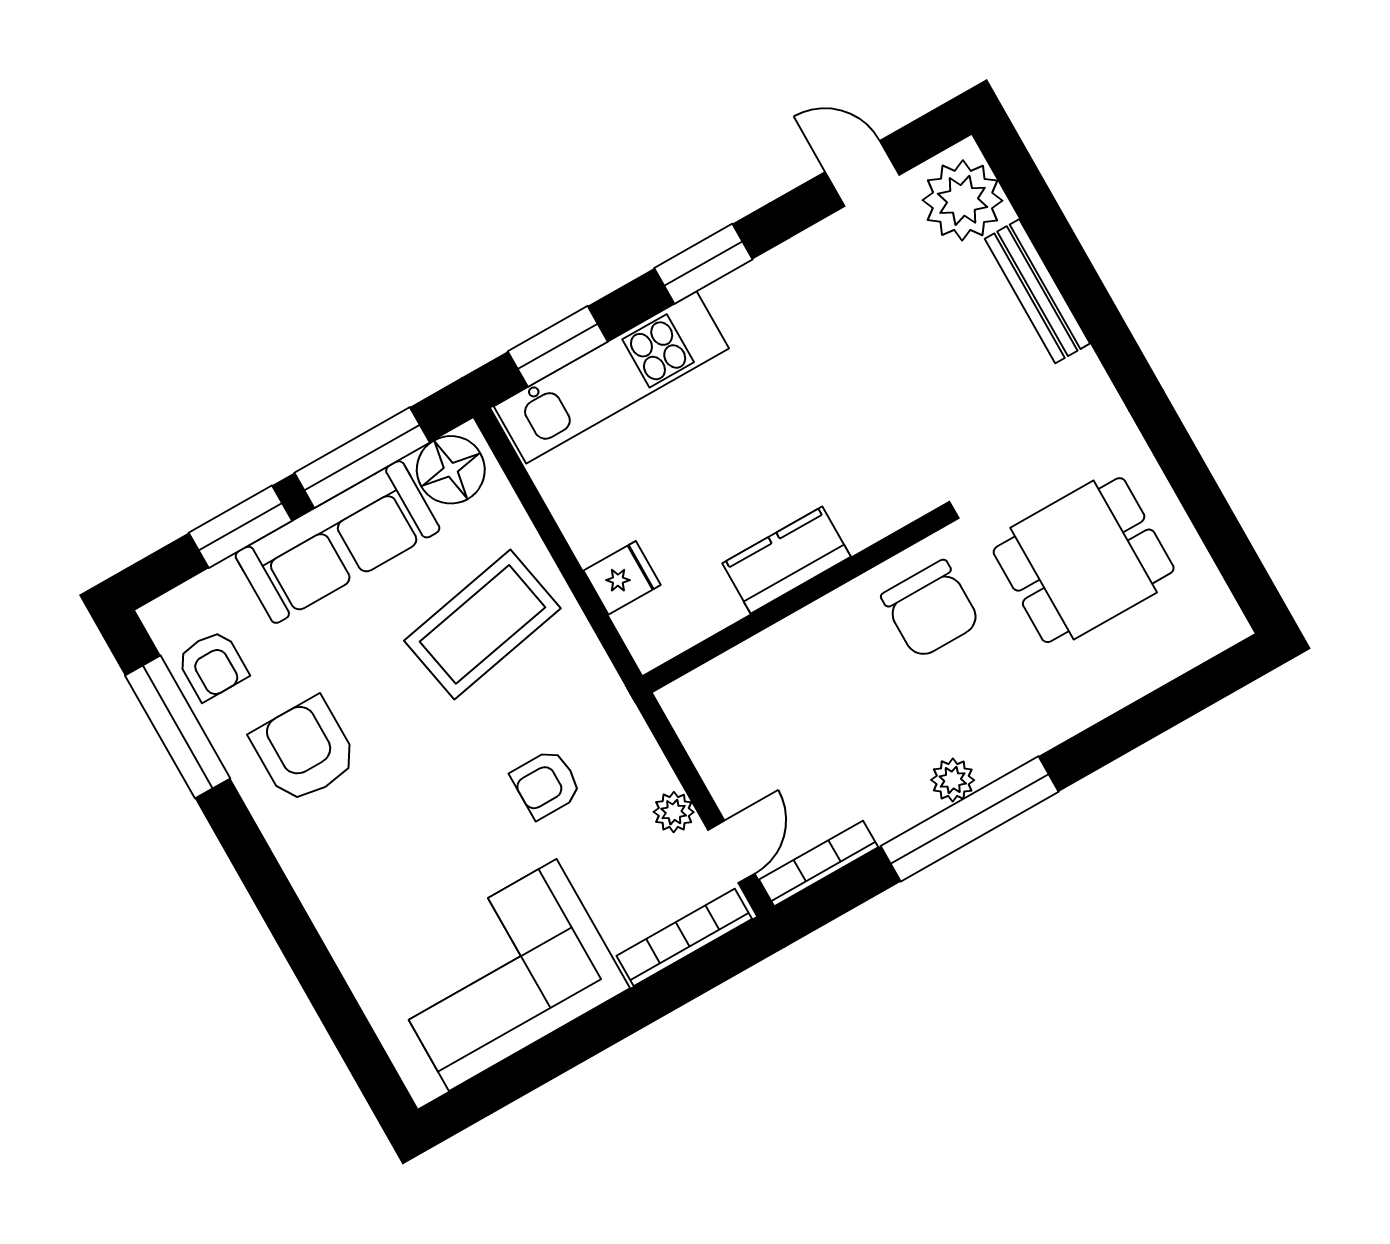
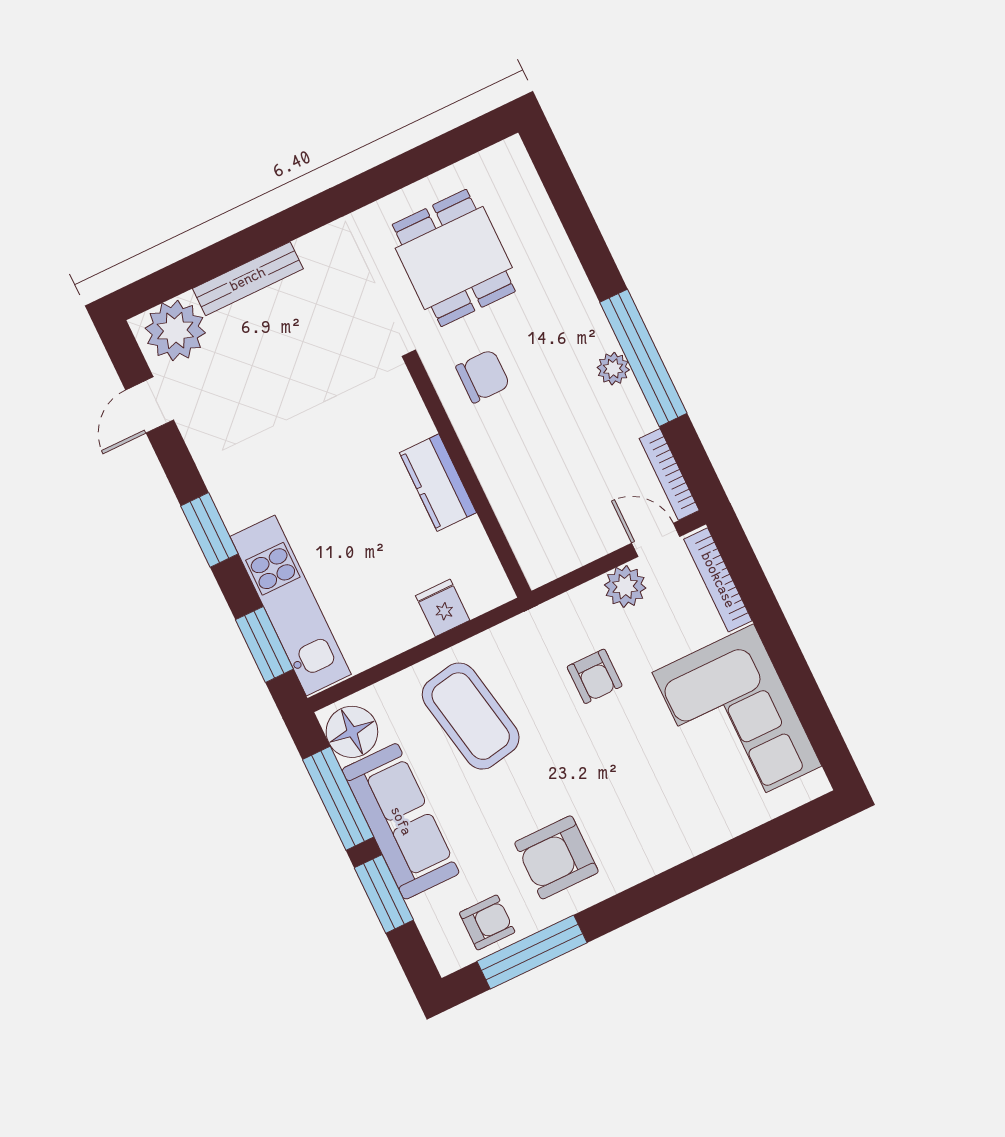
chair: (931, 609) -> (483, 376), width x0.73, depth x0.73
plant: (674, 812) -> (625, 586), width x1.38, depth x1.38

